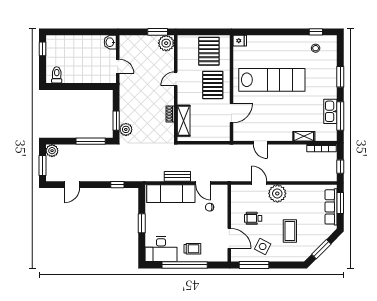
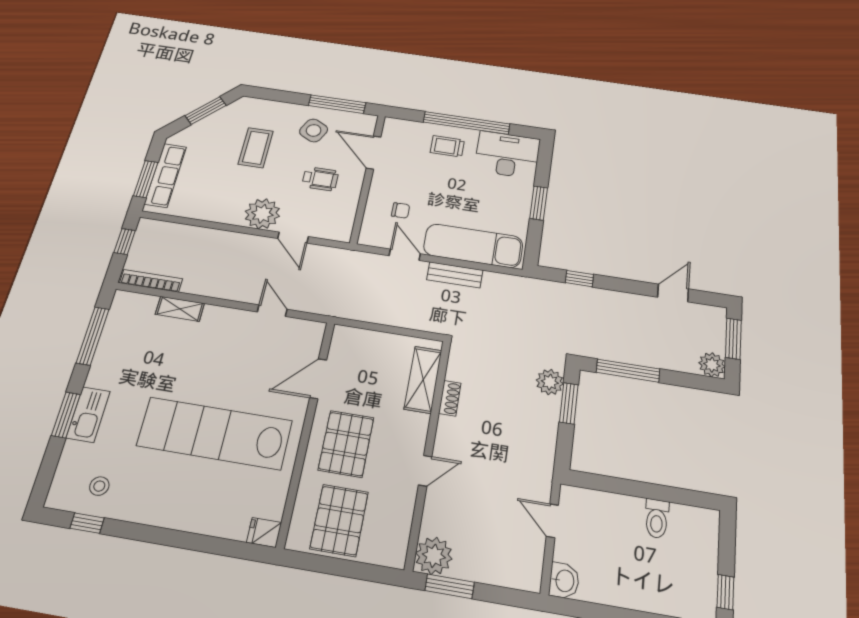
toilet: (57, 75) -> (657, 519), moved
kitchen sink: (330, 111) -> (88, 414), moved

